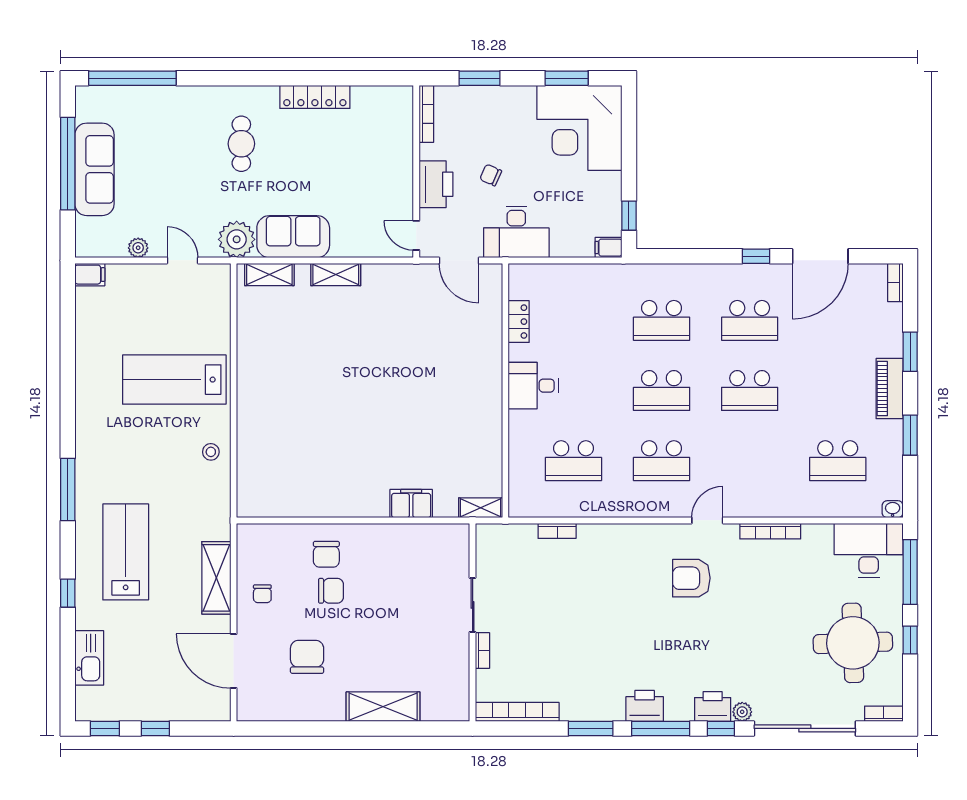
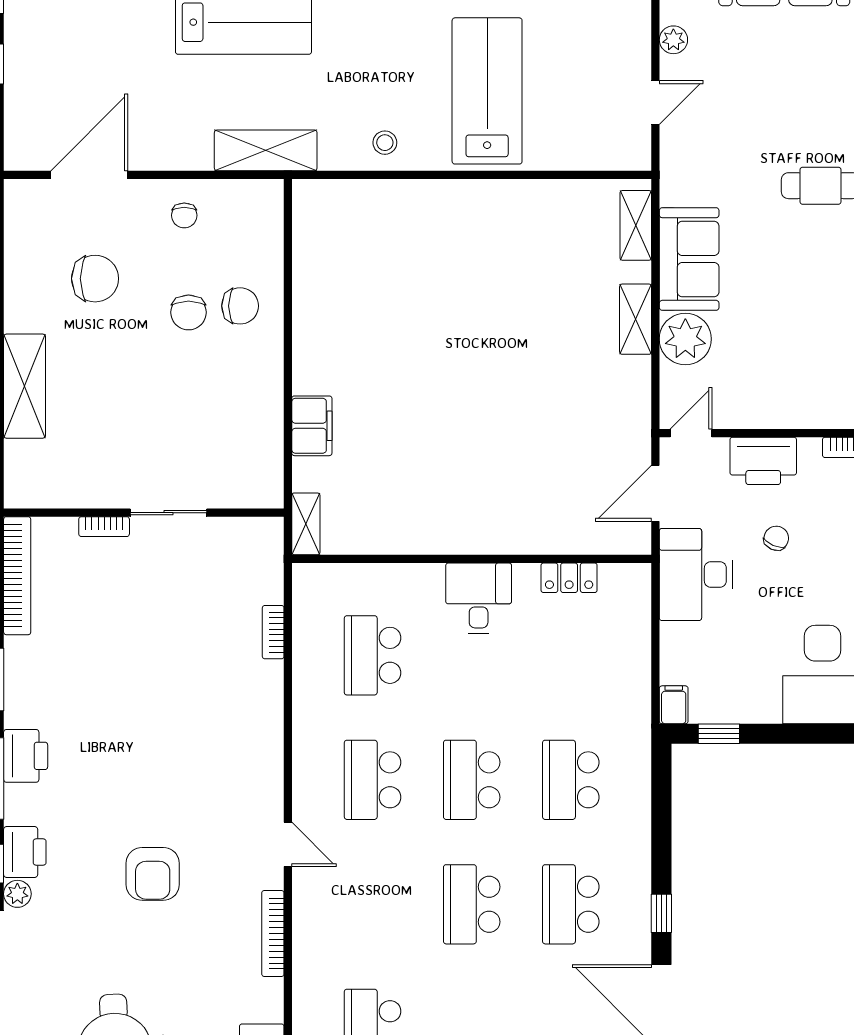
plant: (237, 239) -> (685, 339), moved
chair: (326, 554) -> (240, 306), turned 180
shelving: (216, 578) -> (266, 150), moved
armchair: (691, 578) -> (153, 874), moved, turned 180
chair: (262, 594) -> (184, 215), turned -90

